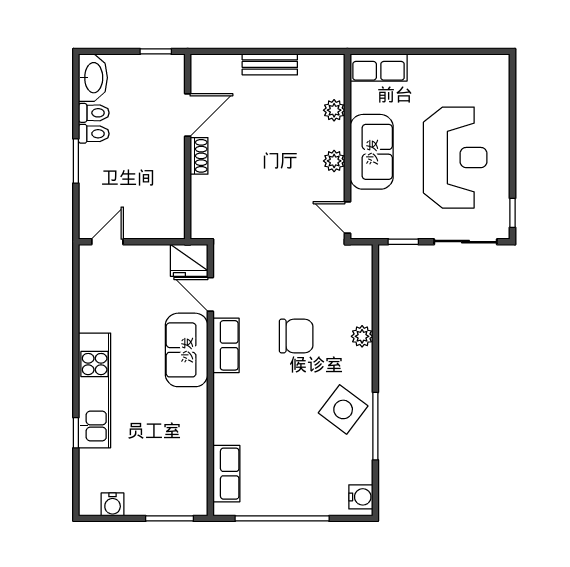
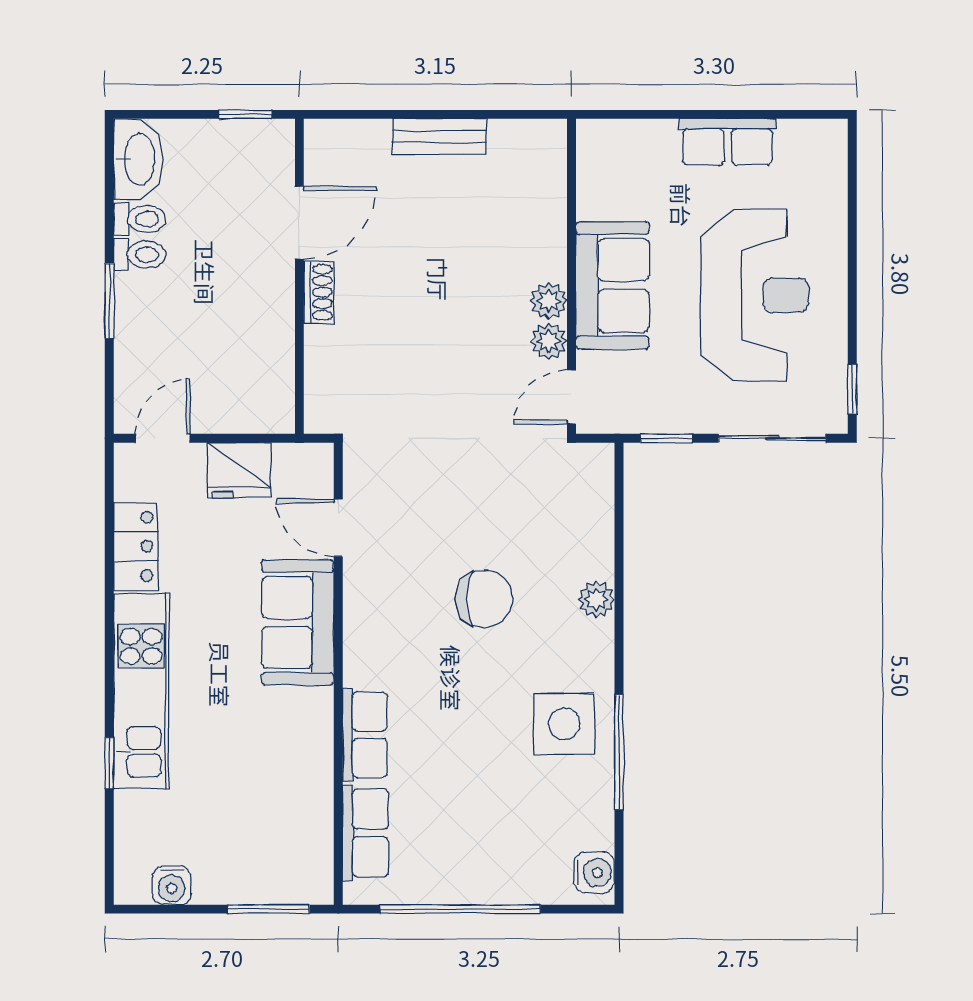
row of seats: (379, 68) -> (728, 142), moved
plant: (334, 110) -> (549, 341), moved
door: (347, 217) -> (571, 397), hinge flipped
fridge: (189, 260) -> (239, 470), moved
locker: (91, 305) -> (136, 546), added
row of seats: (226, 345) -> (365, 735), moved
side table: (343, 409) -> (564, 724), turned -37

